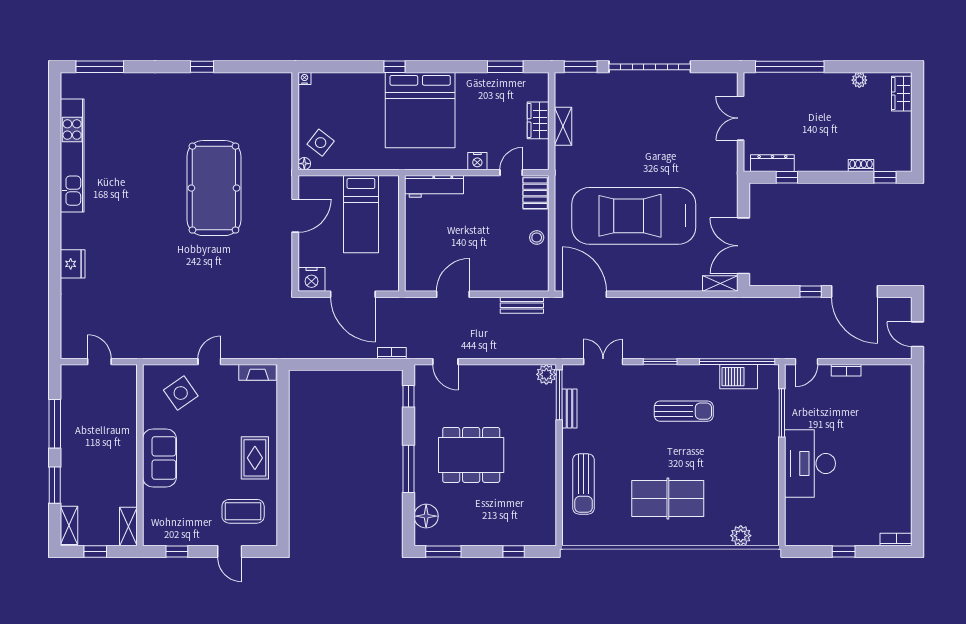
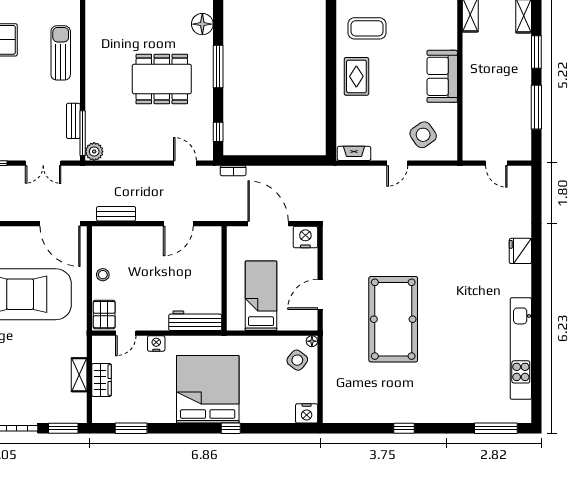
nightstand: (304, 79) -> (307, 413), width x1.89, depth x1.79

